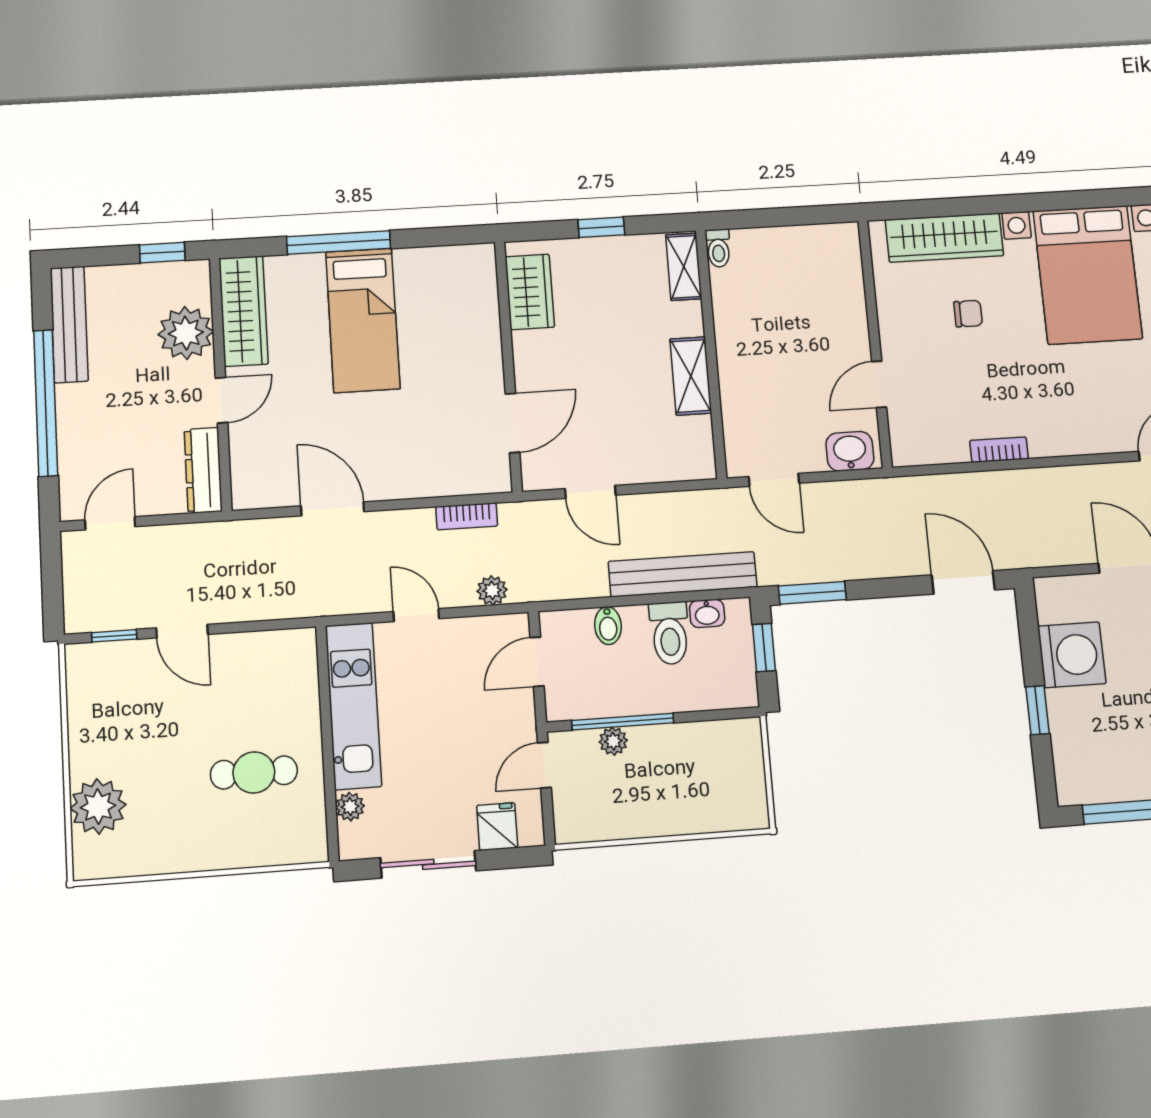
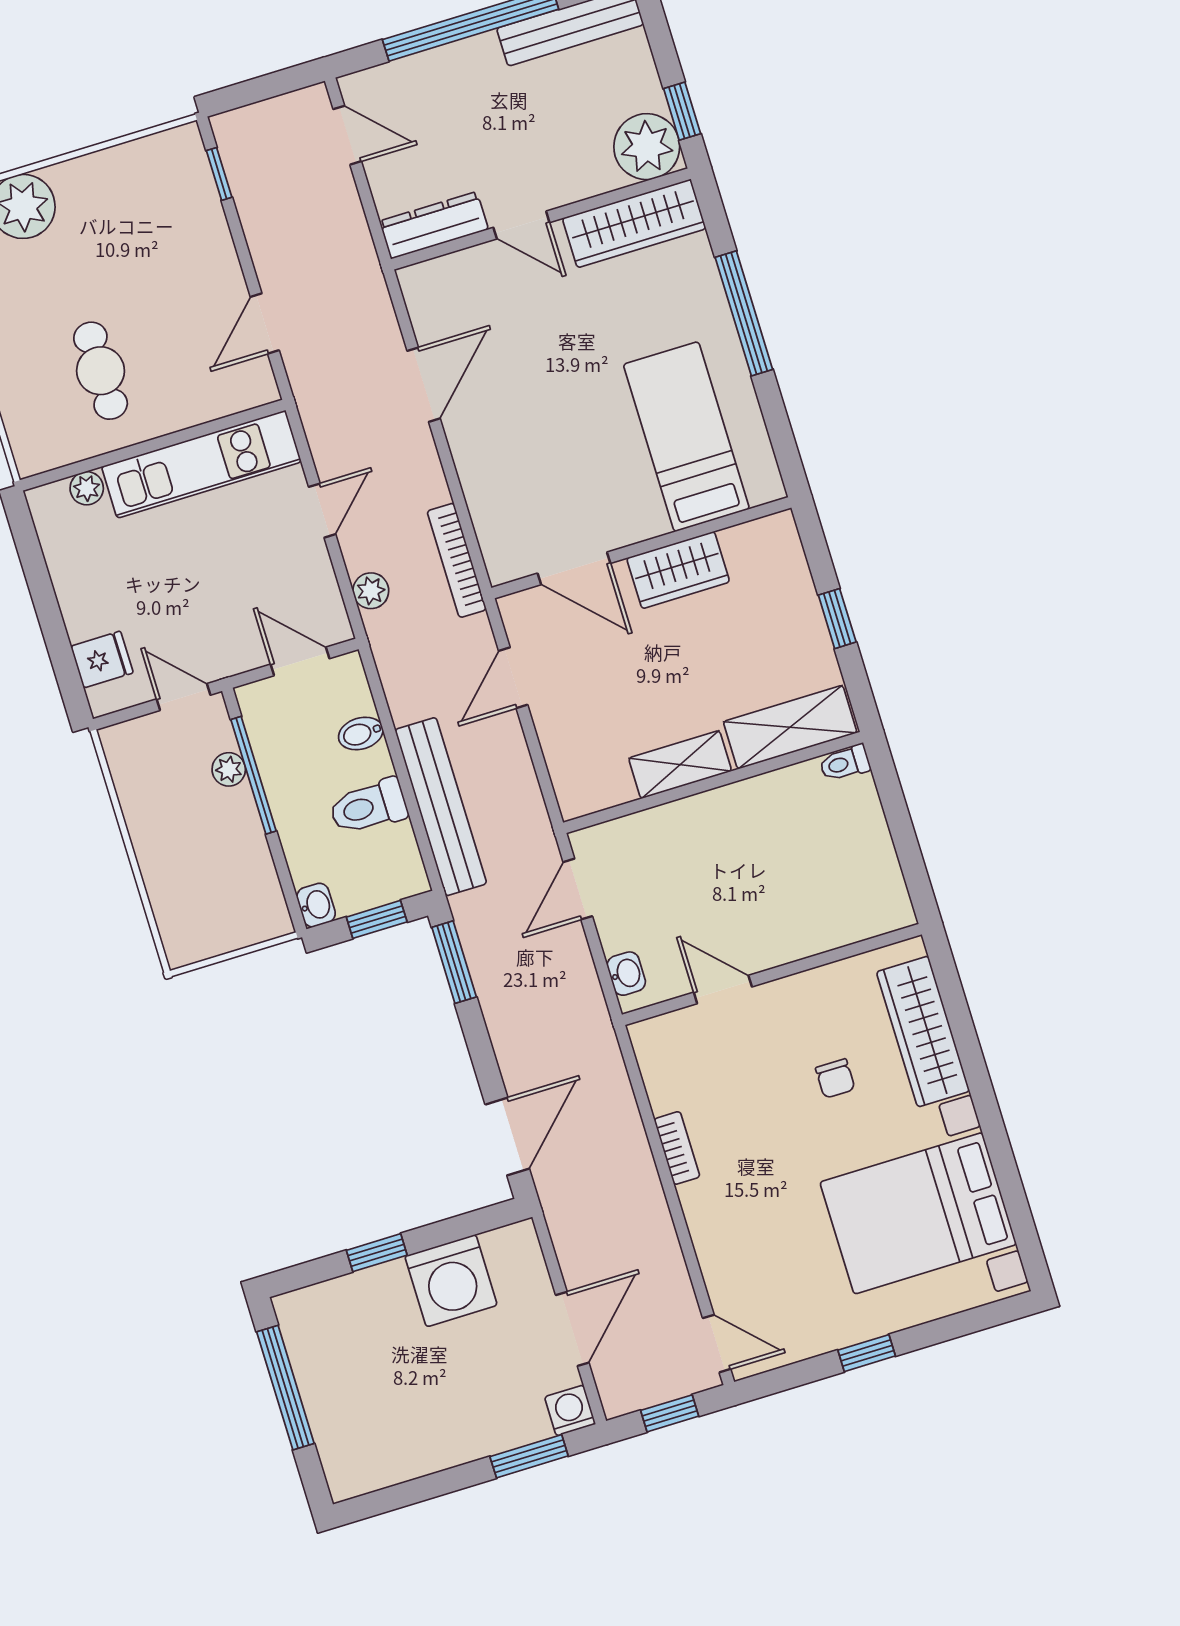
shelving: (684, 267) -> (790, 727), width x1.50, depth x1.33
wardrobe: (530, 292) -> (678, 570), moved
bed: (363, 320) -> (686, 437), moved, turned 90
plant: (186, 333) -> (647, 147), moved
washbasin: (850, 451) -> (626, 974), width x0.72, depth x0.69
bookcase: (467, 516) -> (457, 560), width x1.56
washbasin: (707, 613) -> (316, 905), moved, turned 180
door: (182, 631) -> (265, 324), moved
sliding door: (428, 864) -> (42, 592), removed

